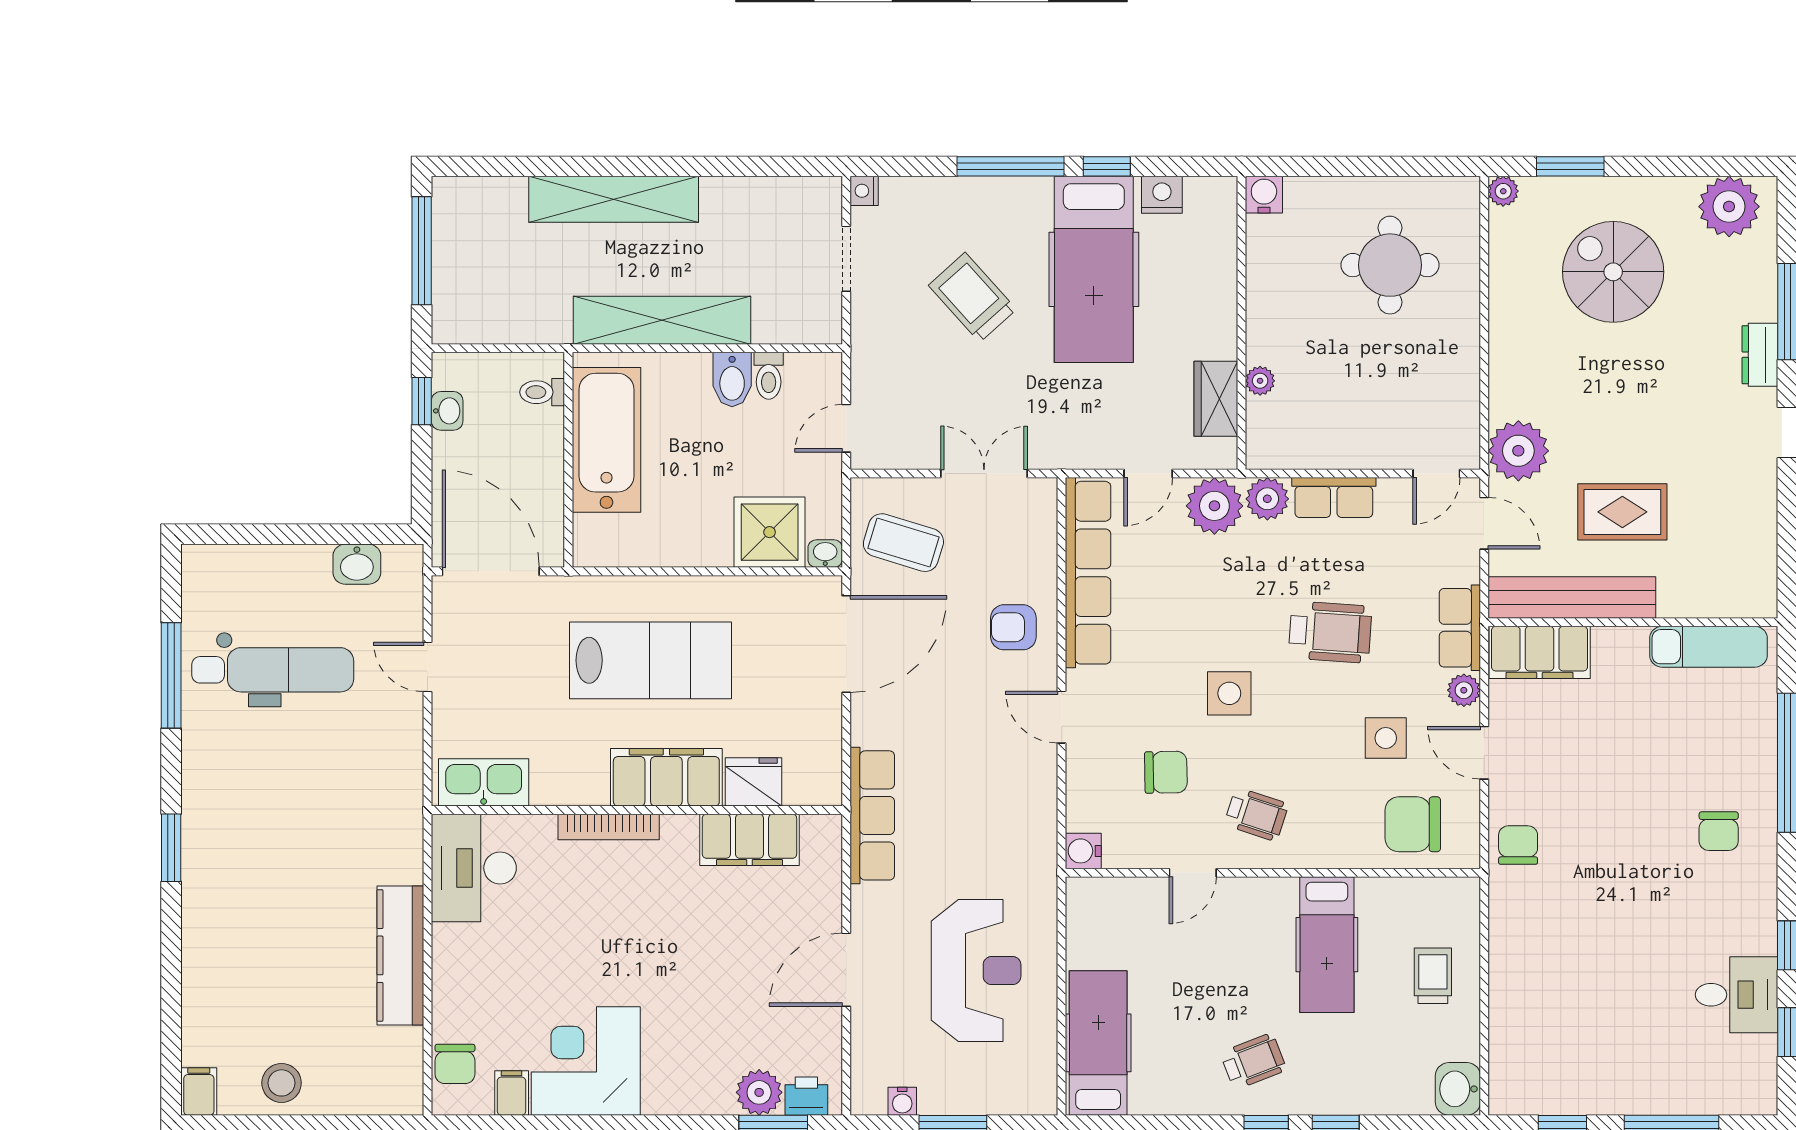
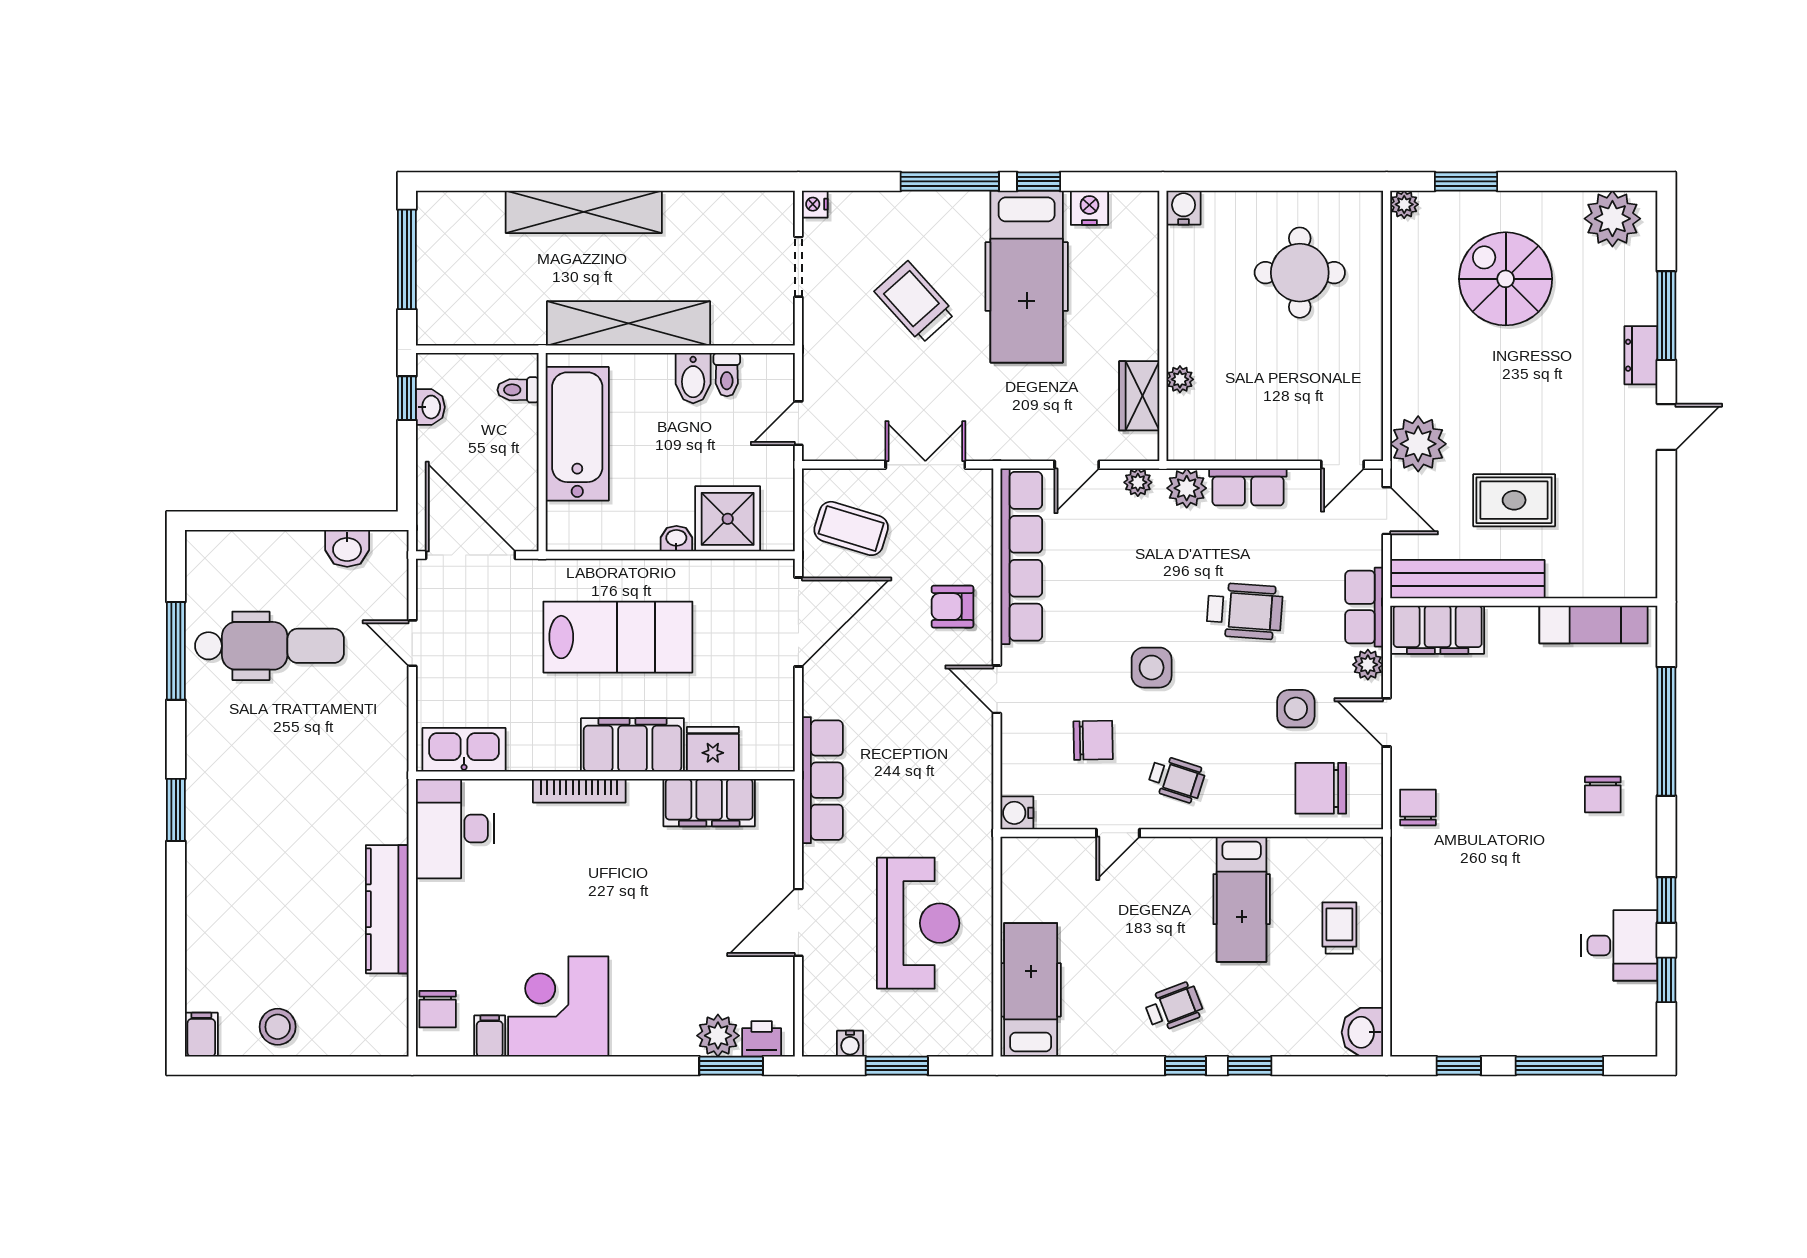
plant: (1214, 506) -> (1138, 482), width x0.53, depth x0.53
washbasin: (825, 554) -> (676, 539), moved

